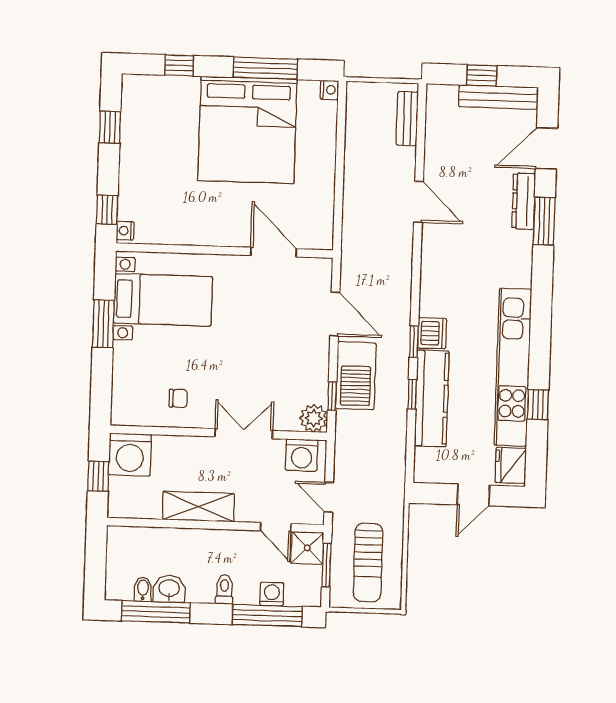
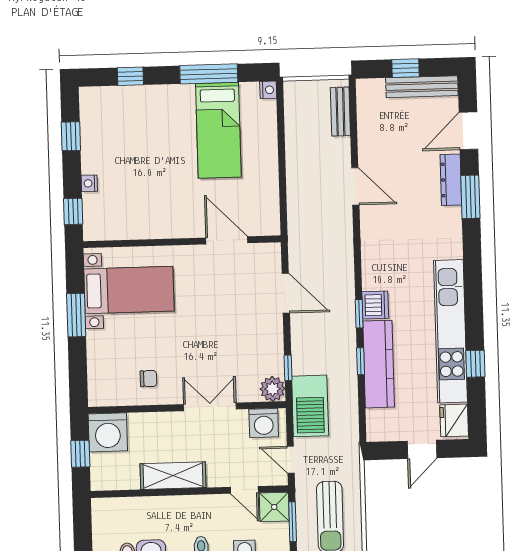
bed: (247, 130) -> (218, 130), width x0.49
nightstand: (125, 231) -> (89, 183), moved
barbecue: (356, 376) -> (310, 406), moved

